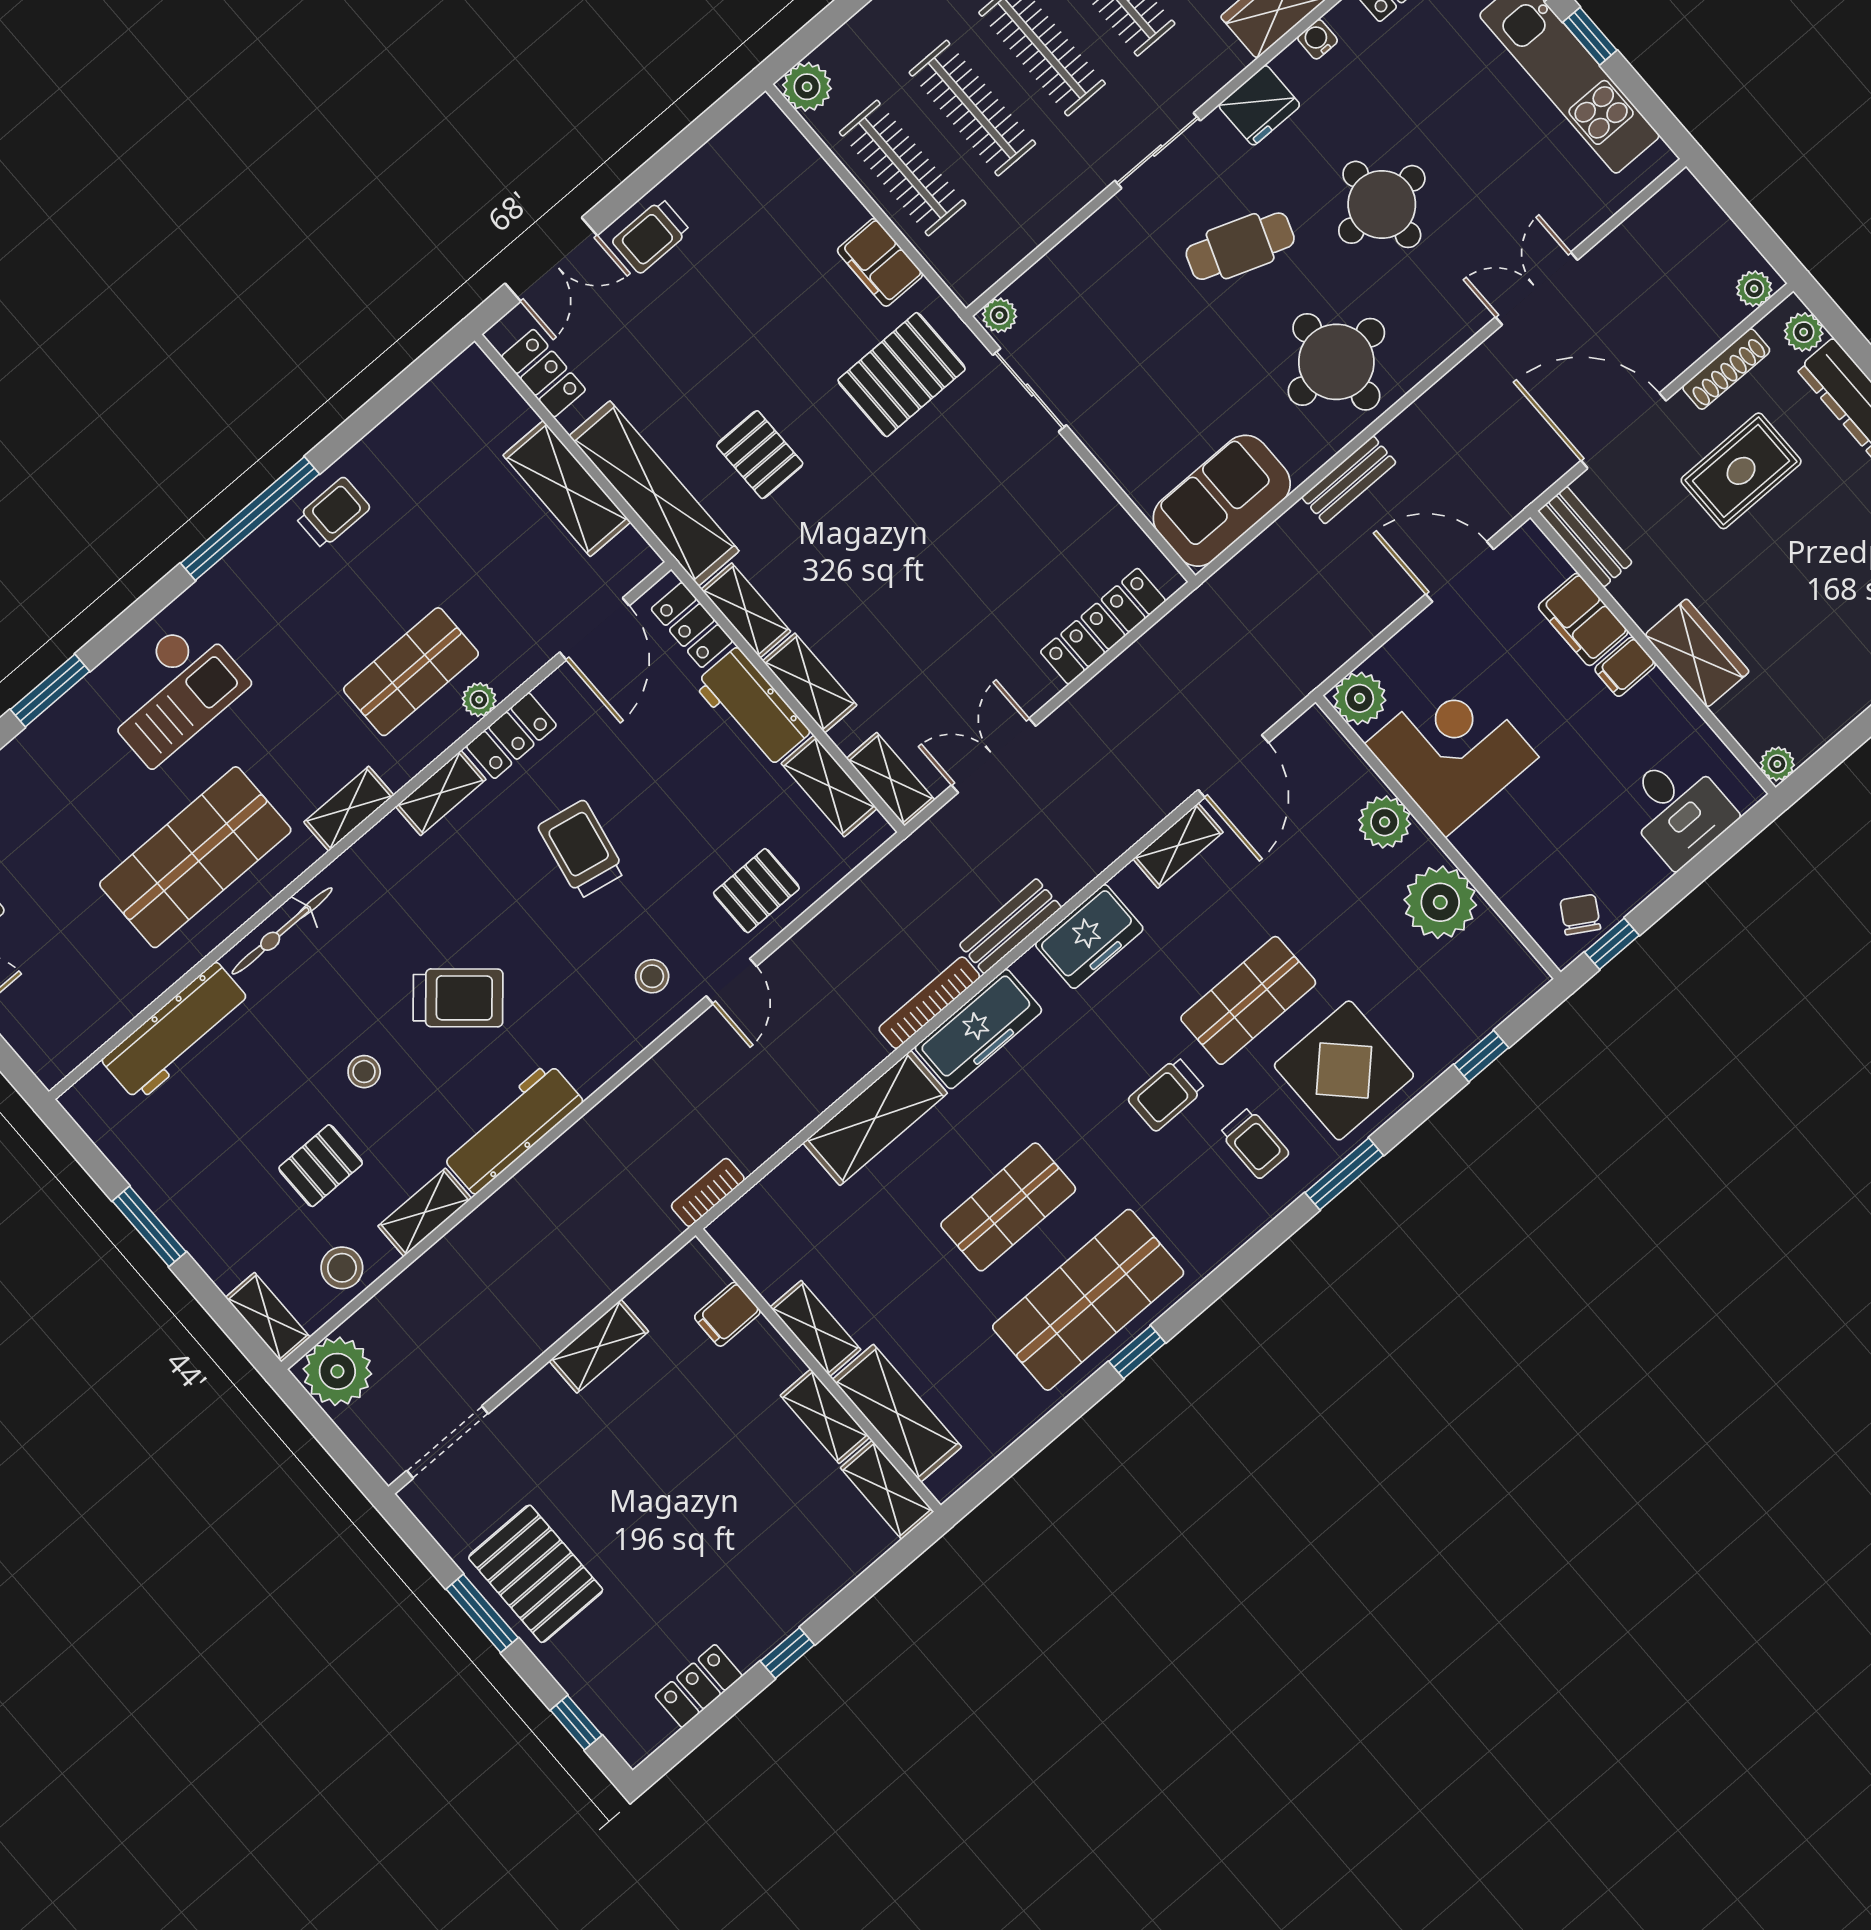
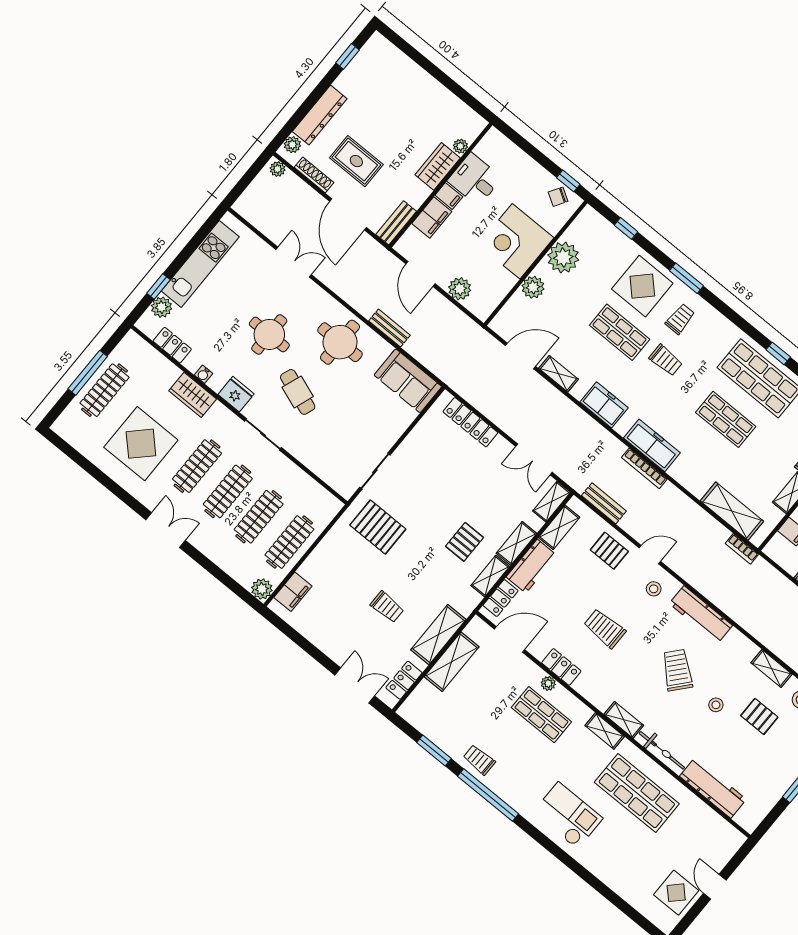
window: (1590, 36) -> (182, 258), removed
trolley: (651, 236) -> (387, 607), moved
filing cabinet: (880, 262) -> (293, 592), moved
double door: (1537, 289) -> (294, 262), swing flipped
plant: (1000, 315) -> (345, 490), removed
pallet: (760, 455) -> (464, 542), moved
shelving: (654, 493) -> (438, 635), width x0.68
window: (50, 690) -> (434, 750), moved
plant: (1360, 698) -> (460, 289), moved
corner desk: (1452, 751) -> (516, 241), moved
plant: (1777, 764) -> (460, 146), moved
shelving: (441, 793) -> (624, 720), moved
desk: (1678, 809) -> (475, 179), moved, turned -90
trolley: (582, 849) -> (605, 628), turned 79
bench: (1010, 926) -> (604, 503), moved
shelving: (875, 1118) -> (732, 511), moved
workbench: (512, 1128) -> (701, 614), moved

